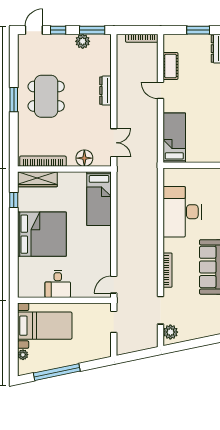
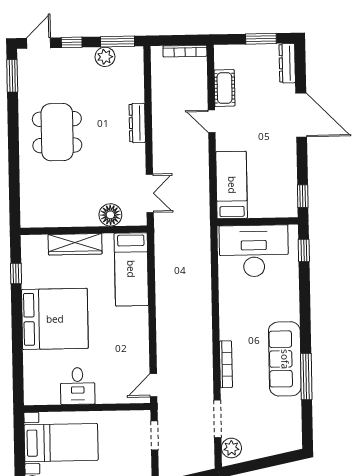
window: (14, 100) -> (12, 76), moved
bookcase: (43, 161) -> (54, 220), removed
wardrobe: (37, 179) -> (75, 244), moved
desk: (182, 212) -> (254, 251), moved, turned 90

